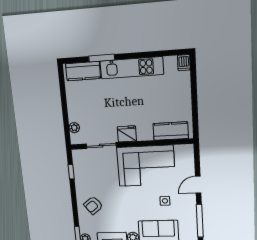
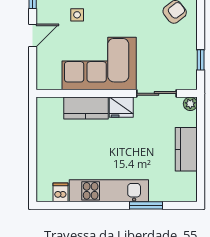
dishwasher: (184, 63) -> (61, 192), moved
kitchen counter: (83, 71) -> (186, 149), moved, turned -90
plant: (74, 128) -> (190, 104), moved
kitchen counter: (171, 131) -> (86, 108), moved

